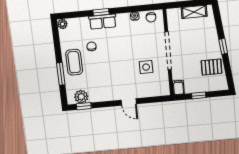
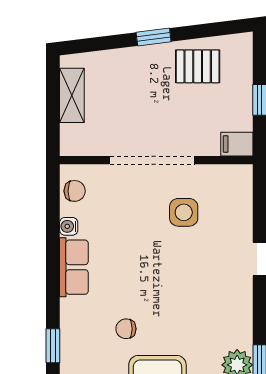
window: (101, 12) -> (53, 346), moved
row of seats: (103, 22) -> (74, 267), moved
pallet: (212, 67) -> (198, 66), turned 90

